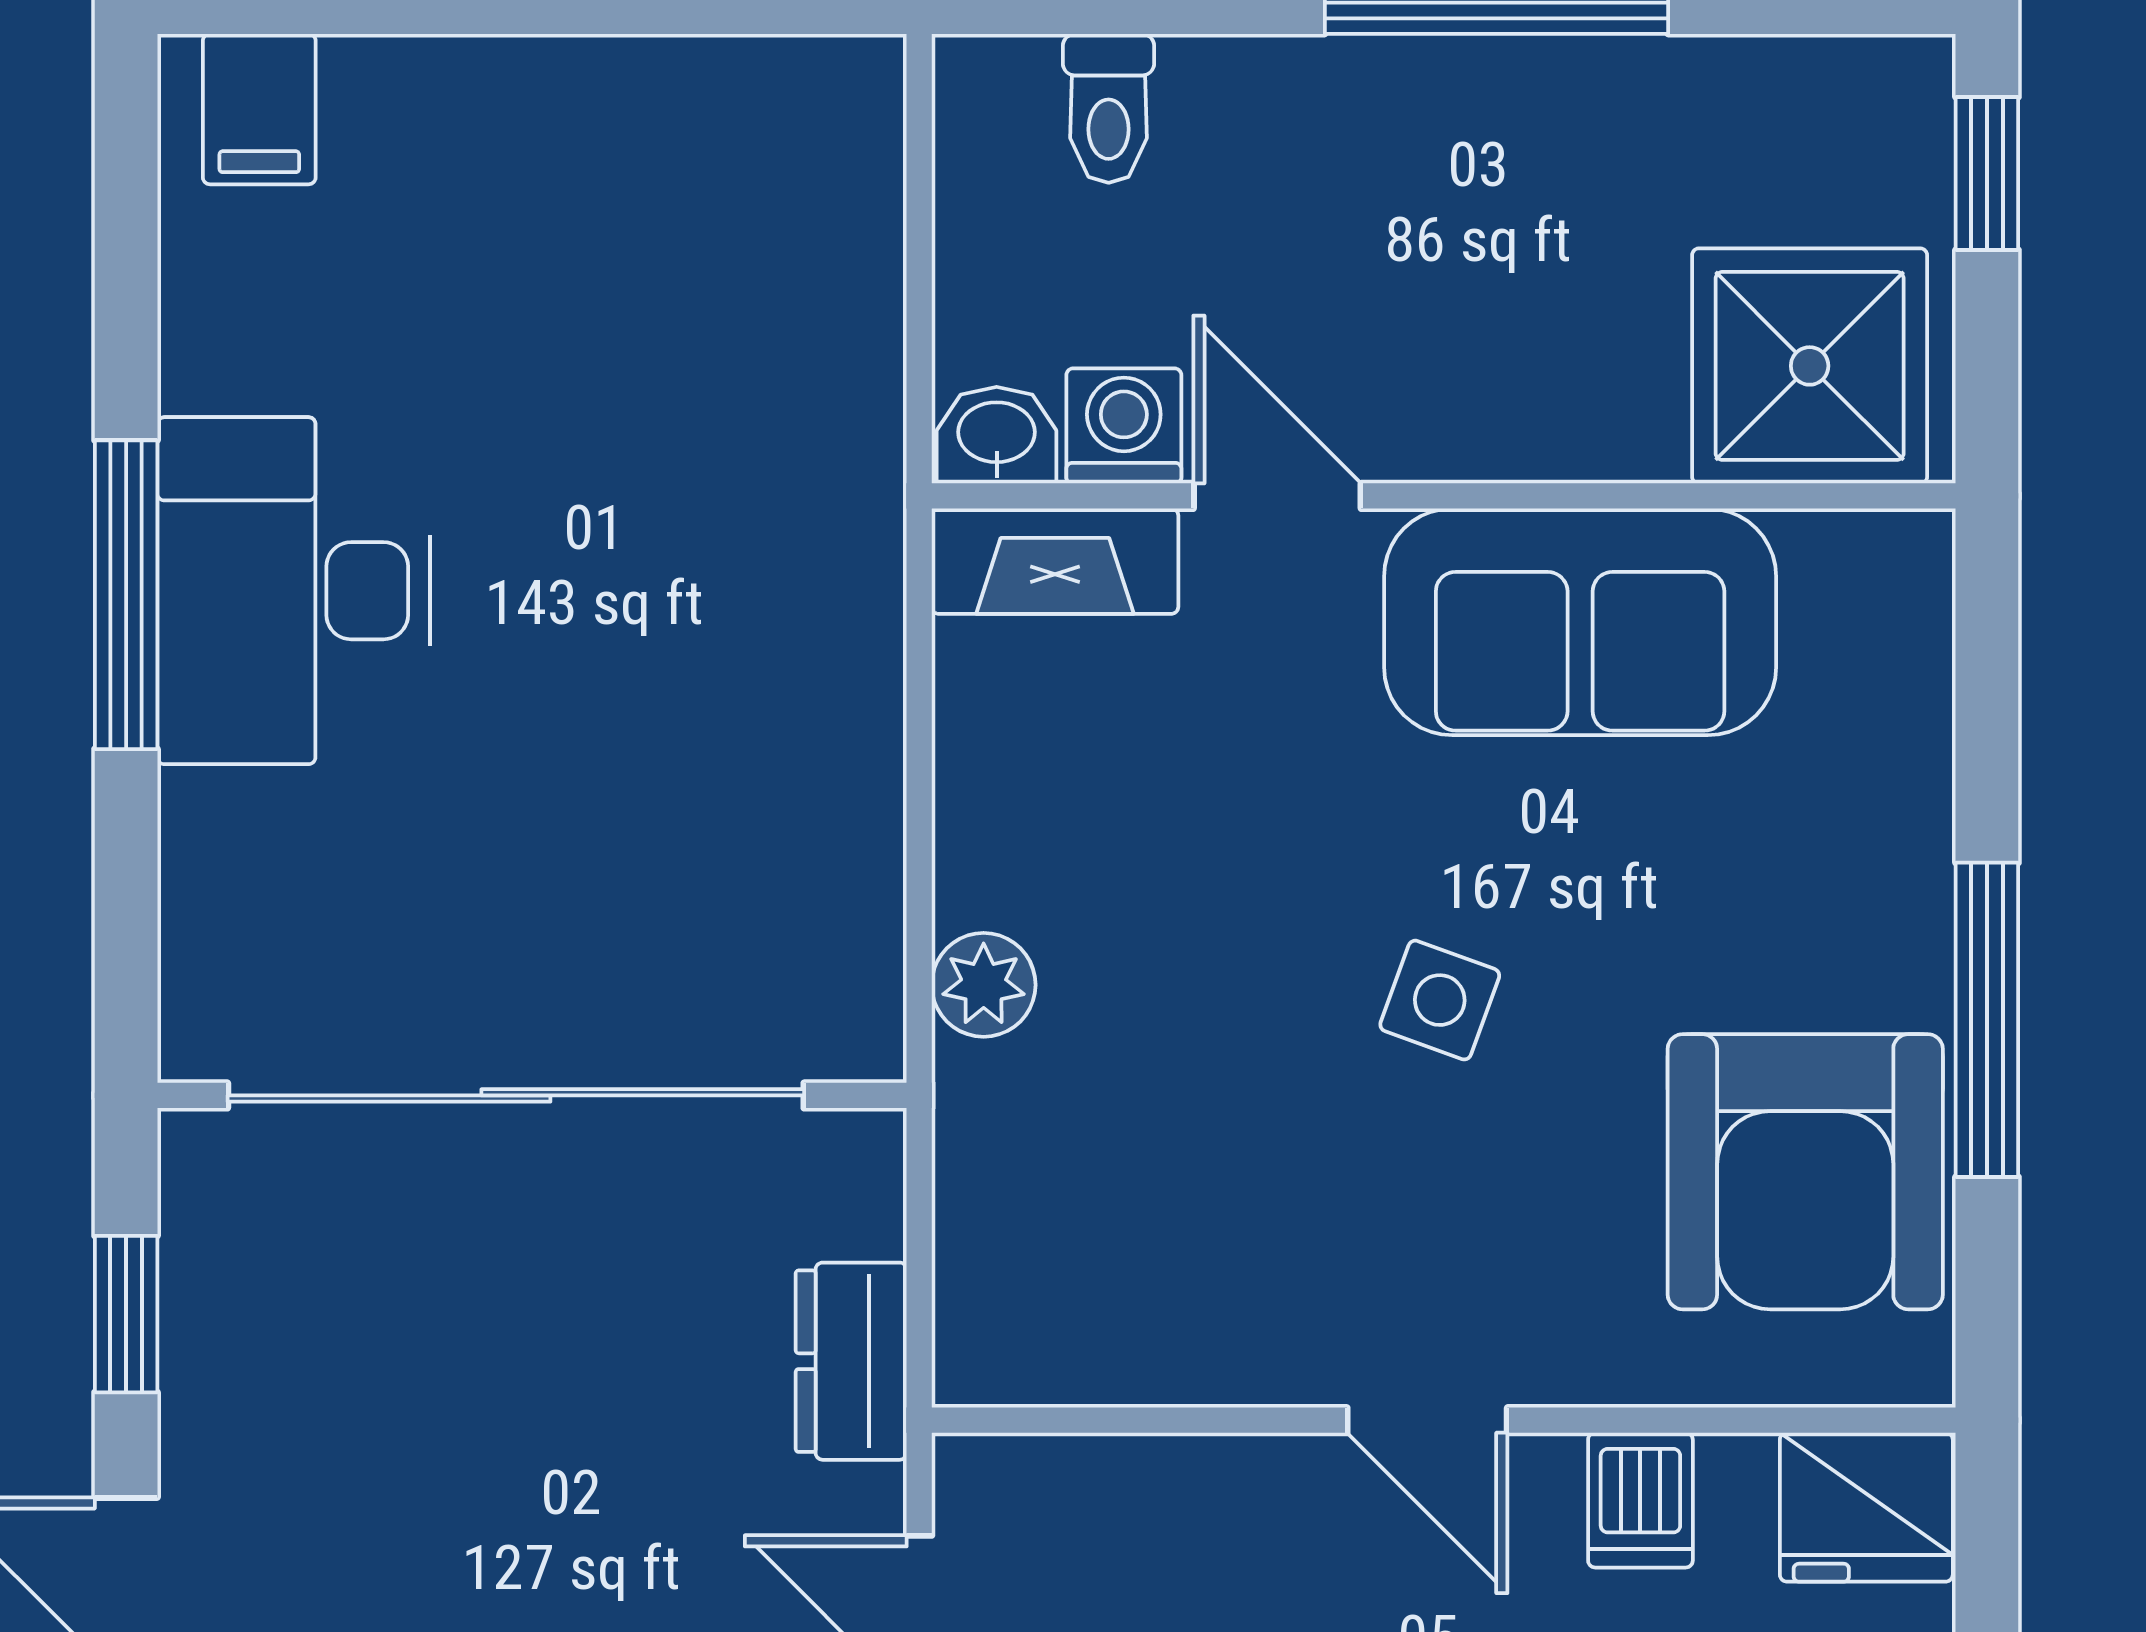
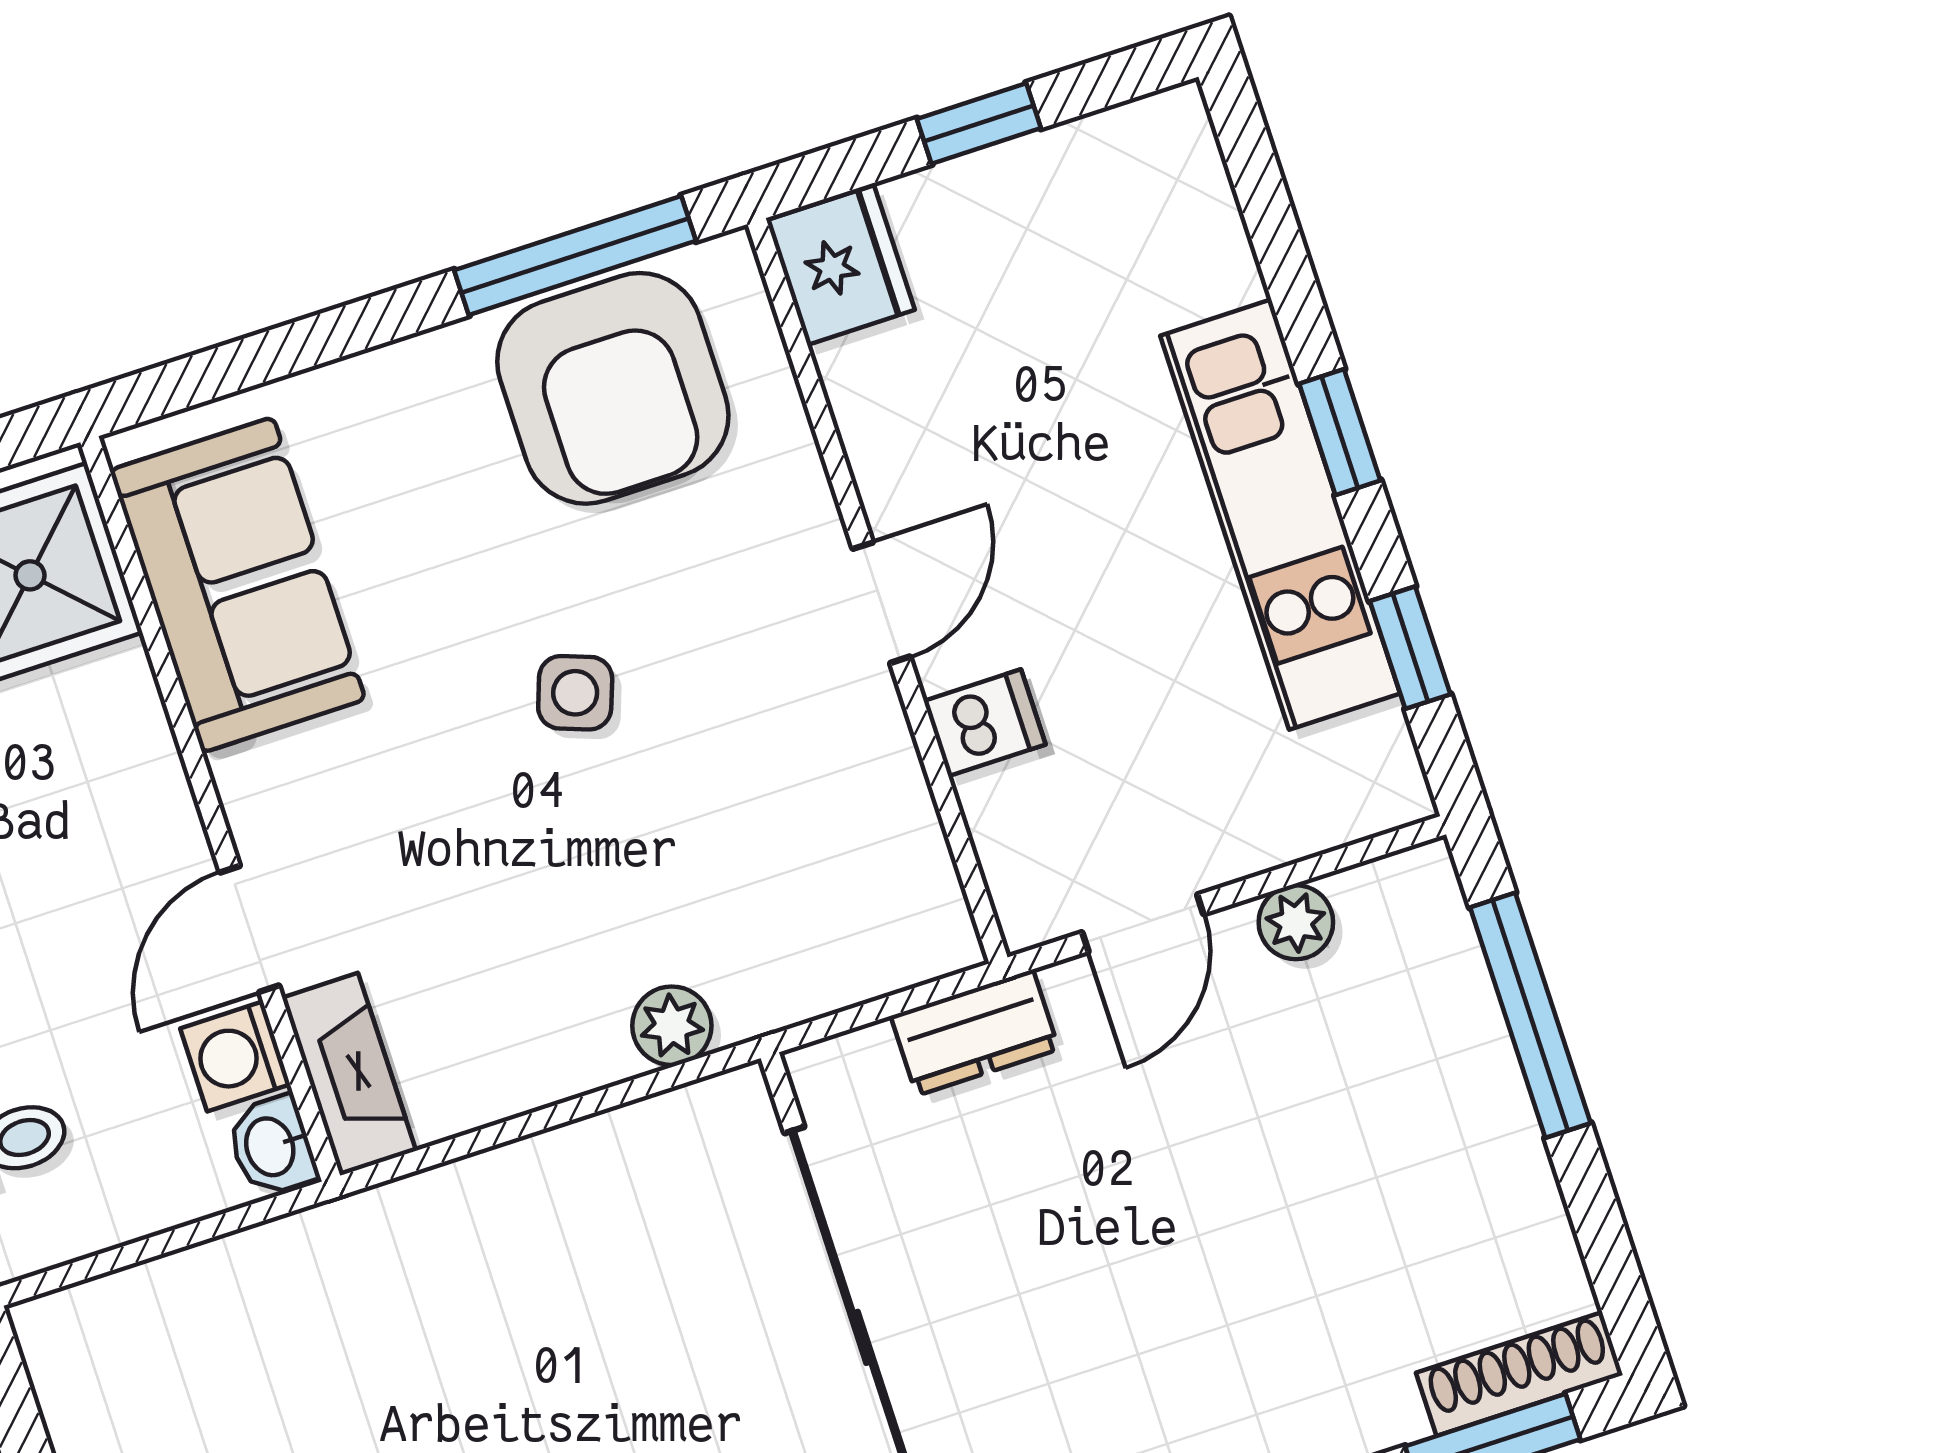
sofa: (1580, 622) -> (238, 585), moved
window: (1987, 1020) -> (575, 255), moved
armchair: (1805, 1172) -> (613, 388), turned 90
dishwasher: (1640, 1500) -> (985, 723), moved

